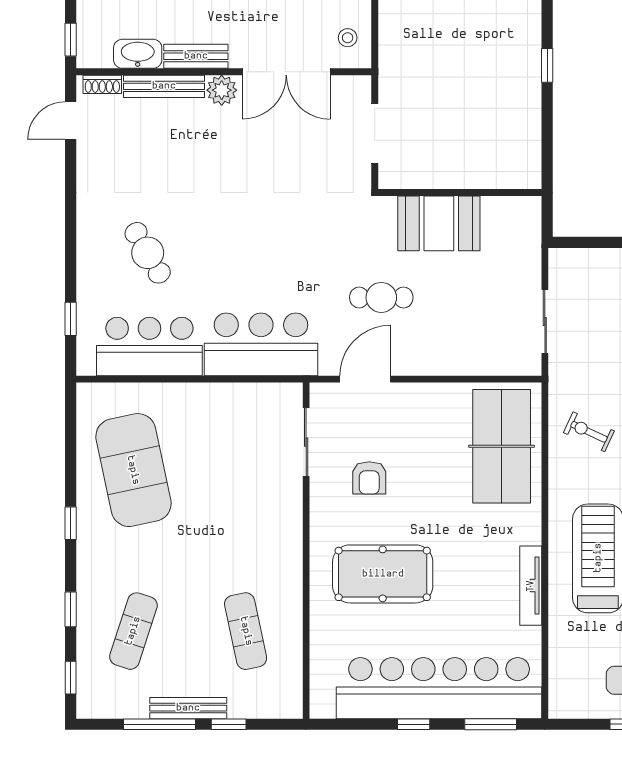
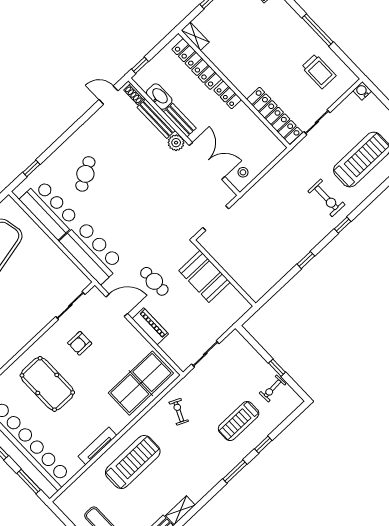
double door: (286, 72) -> (207, 161), swing flipped
piano: (437, 361) -> (150, 326), added

